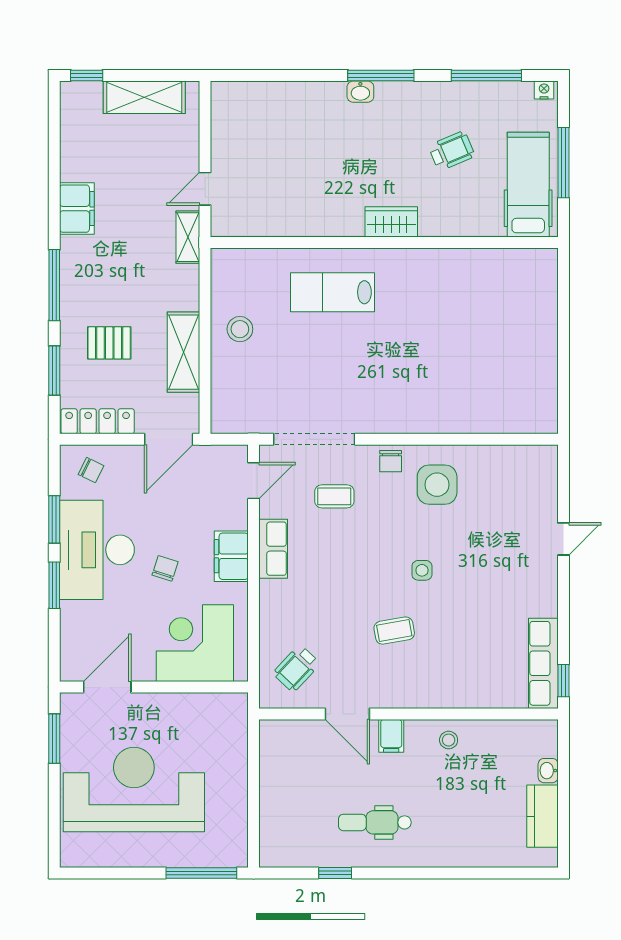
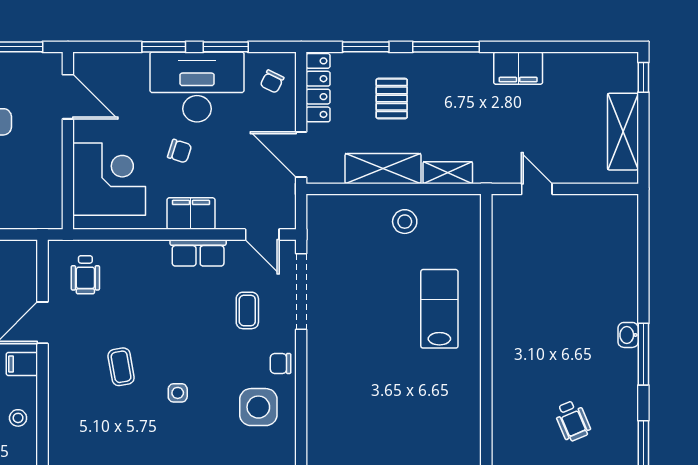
wardrobe: (391, 222) -> (506, 364), removed
shelving: (188, 237) -> (448, 173), moved
wheelchair: (296, 668) -> (85, 275), turned -133

